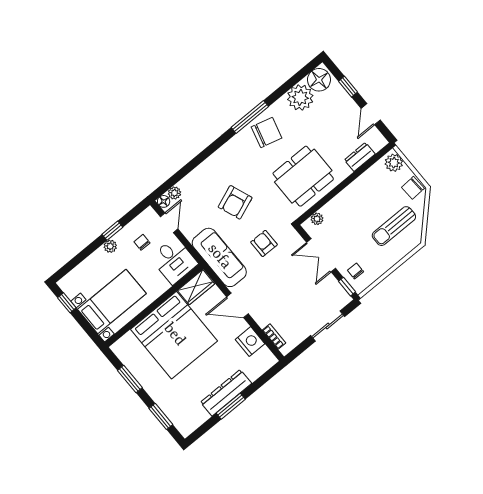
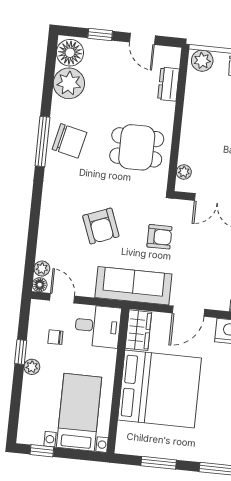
chair: (267, 132) -> (69, 141), turned 88
dining table: (303, 176) -> (137, 147), width x0.73
armchair: (264, 243) -> (159, 237), turned 180

